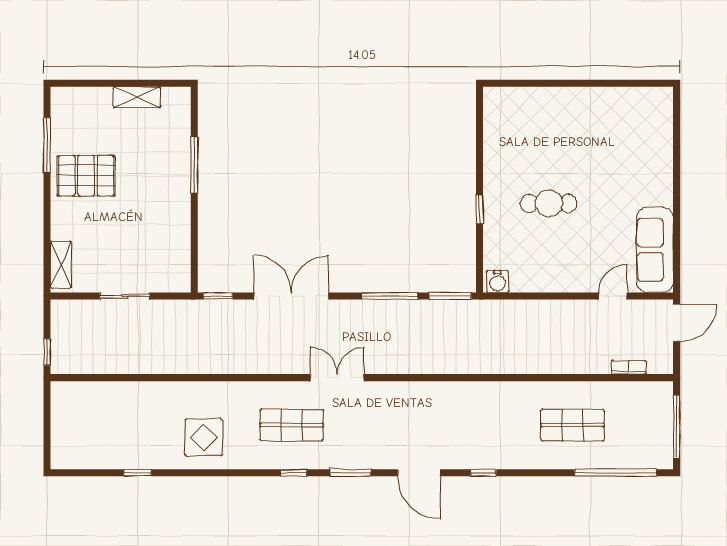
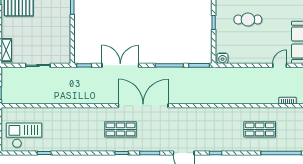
double door: (337, 378) -> (143, 106), width x1.87
checkout: (97, 437) -> (24, 135), added
display table: (204, 437) -> (77, 135), removed

